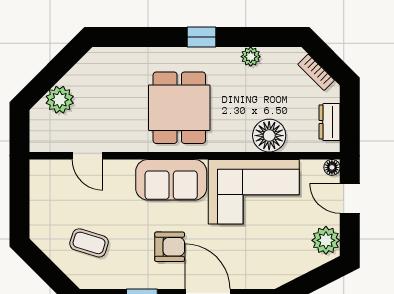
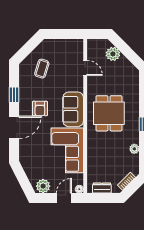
dining table: (179, 108) -> (109, 113), turned 90
floor lamp: (269, 136) -> (95, 158), removed
door: (87, 156) -> (85, 68), swing flipped

